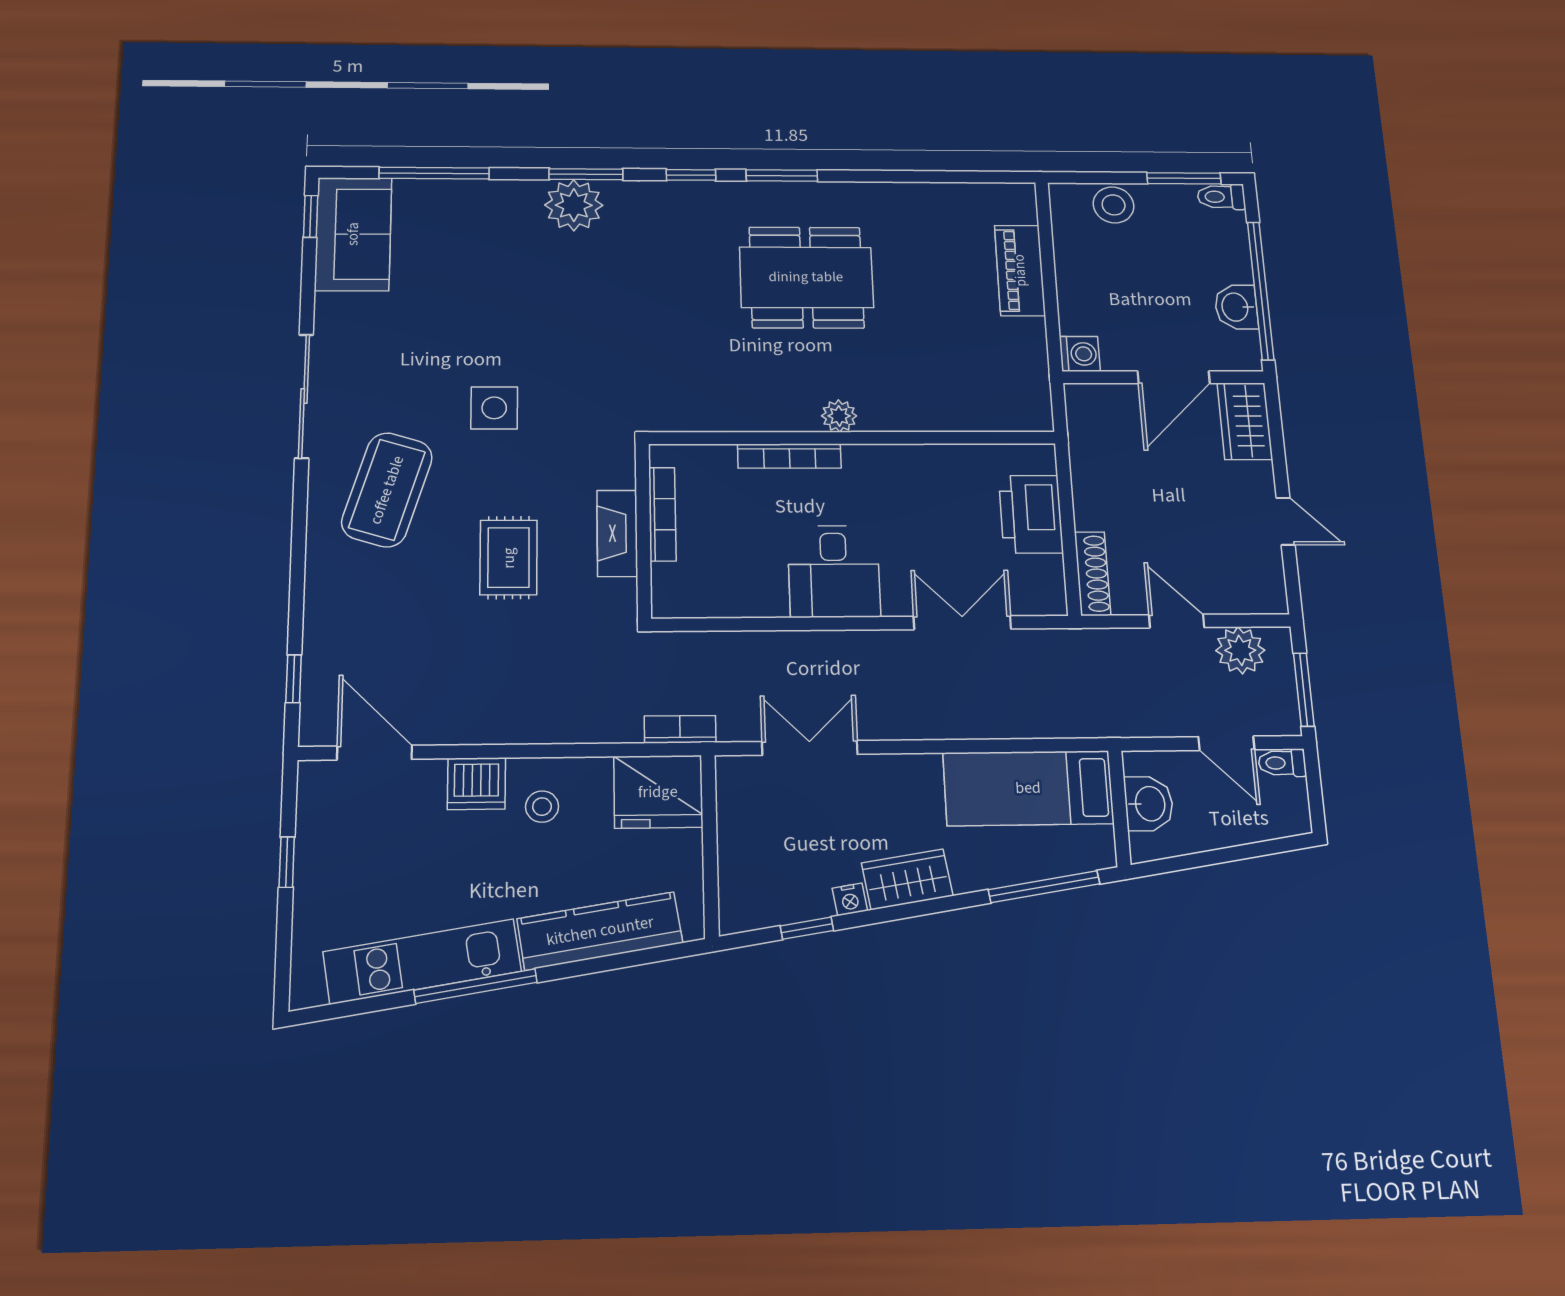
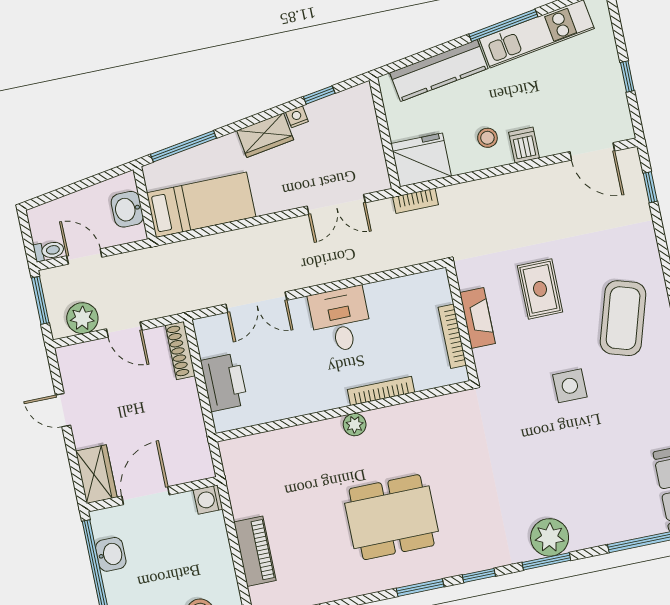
dishwasher: (476, 784) -> (524, 145), width x0.73

